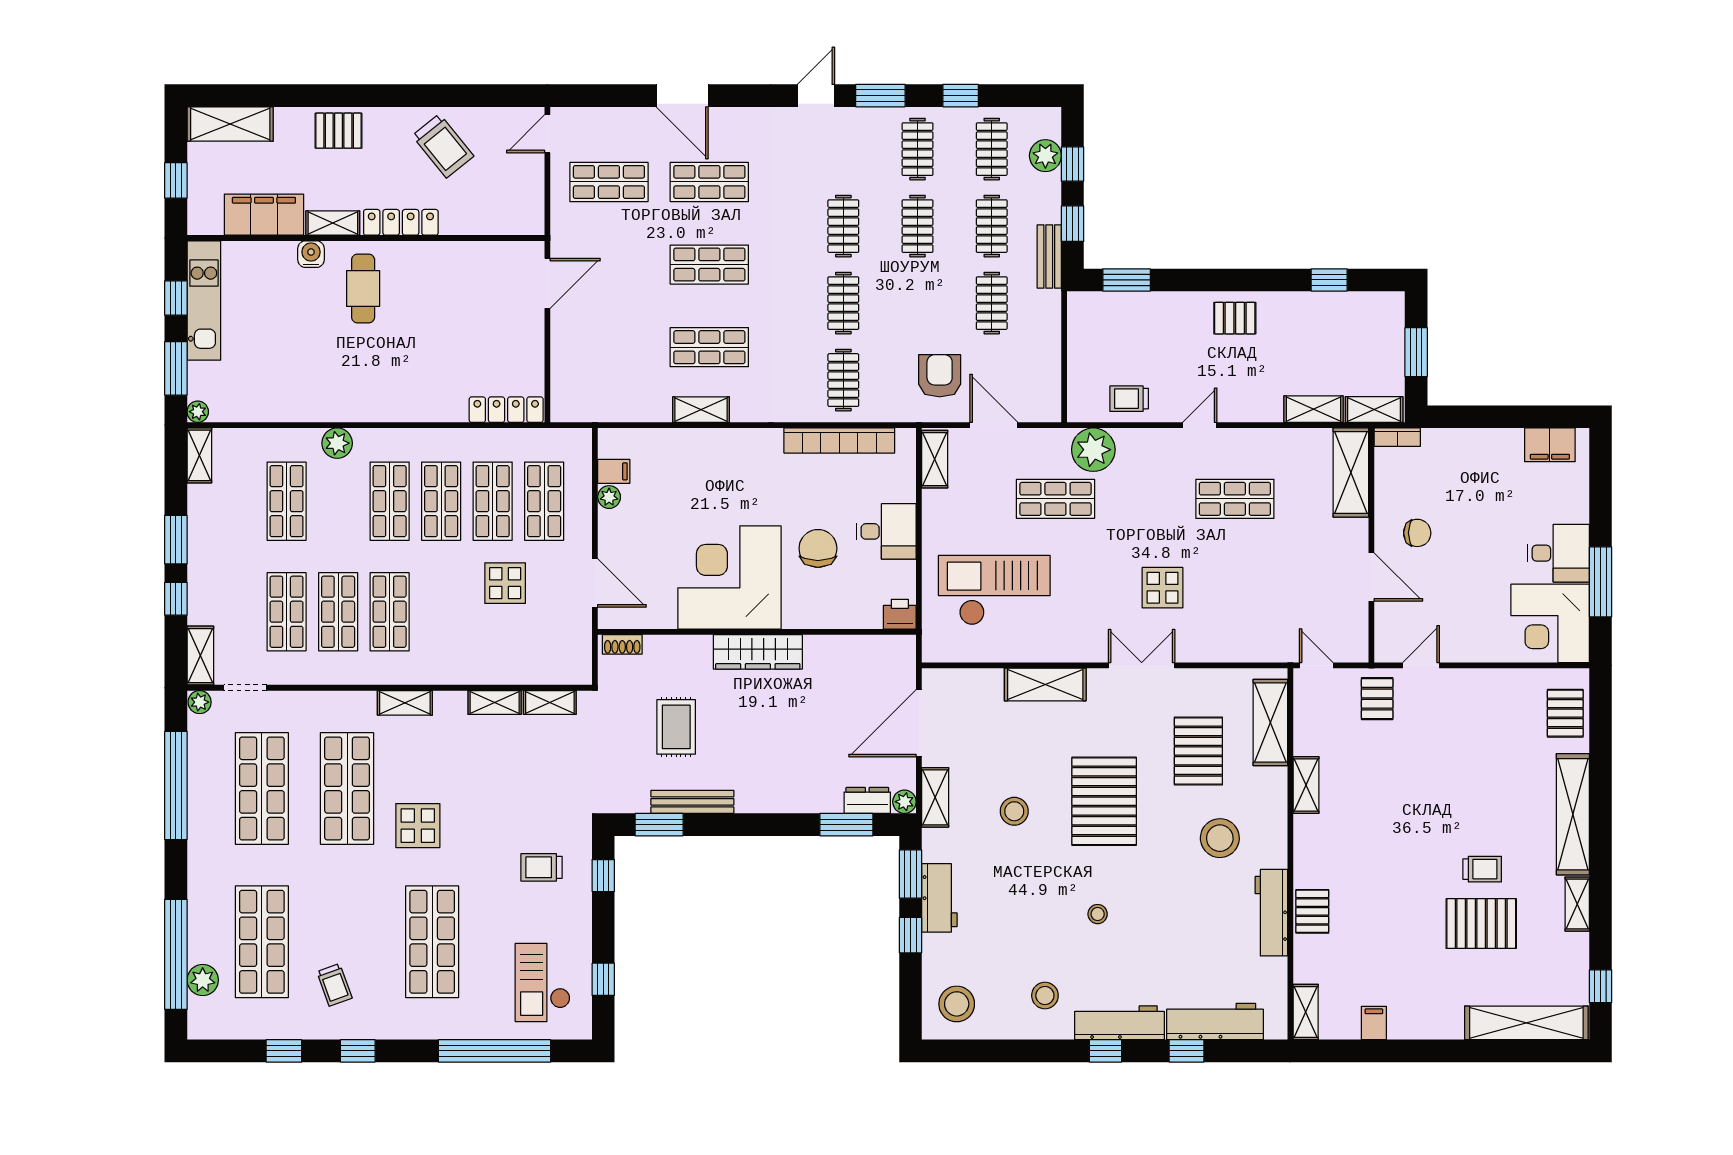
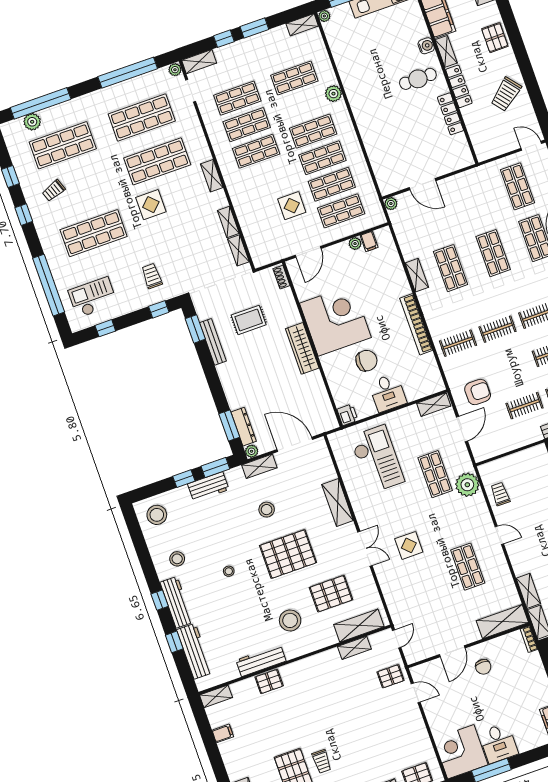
door: (547, 283) -> (422, 184), moved
locker: (506, 410) -> (450, 114), moved, turned 180
plant: (562, 411) -> (391, 204), added
bookcase: (839, 441) -> (416, 324), moved
shelving: (1306, 785) -> (354, 648), moved
dresser: (867, 800) -> (244, 427), width x1.44

